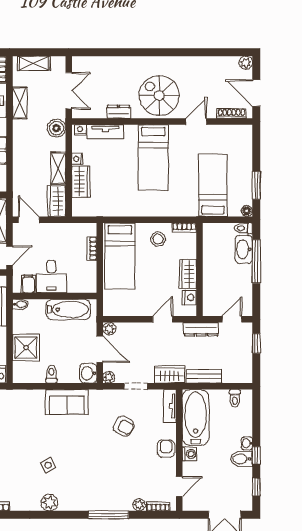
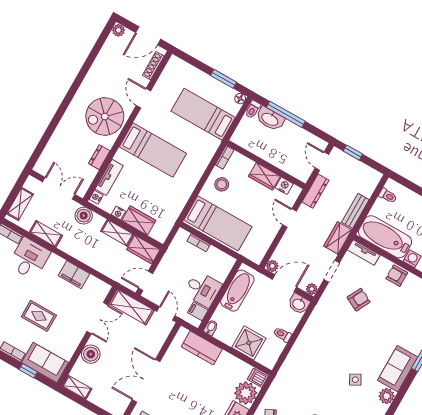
sofa: (67, 402) -> (398, 369), moved, turned 180

